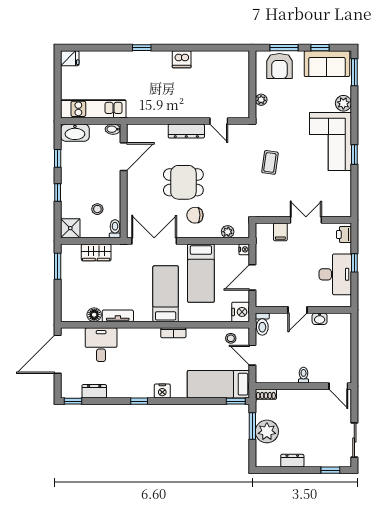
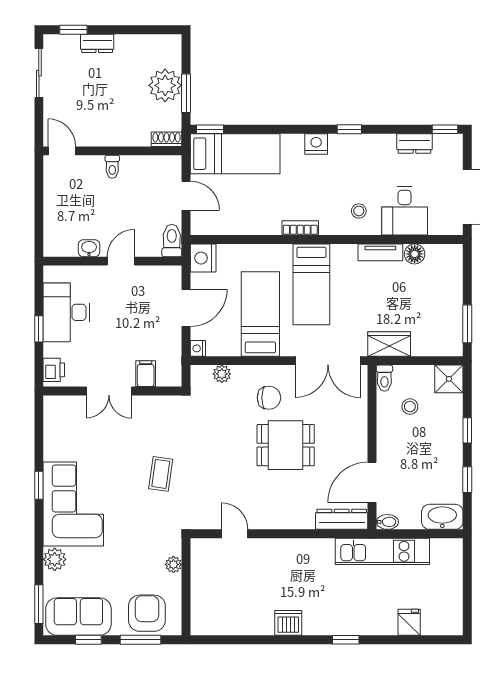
fridge: (70, 58) -> (409, 622), moved, turned 90
kitchen unit: (93, 109) -> (382, 551), moved
dresser: (186, 131) -> (342, 519), moved
wardrobe: (96, 252) -> (389, 344), moved
stool: (231, 338) -> (359, 211), moved
dresser: (292, 461) -> (97, 43), moved

